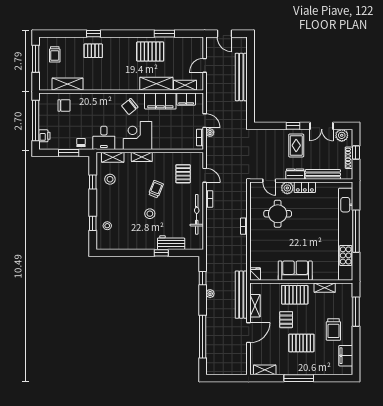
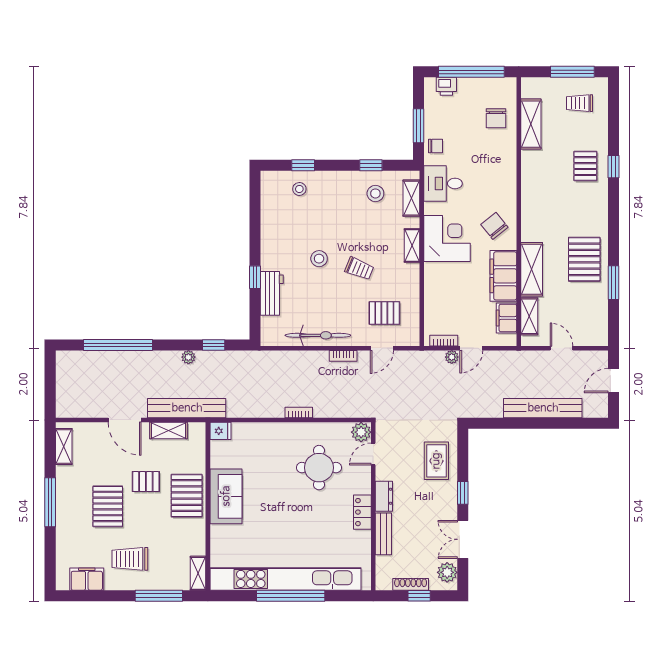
rug: (296, 145) -> (436, 461), moved, turned 90
bench: (323, 174) -> (383, 534), width x0.73
plant: (287, 188) -> (361, 432), moved
shelving: (325, 288) -> (198, 573), moved

